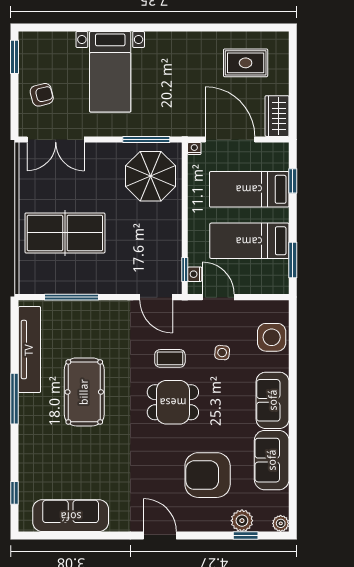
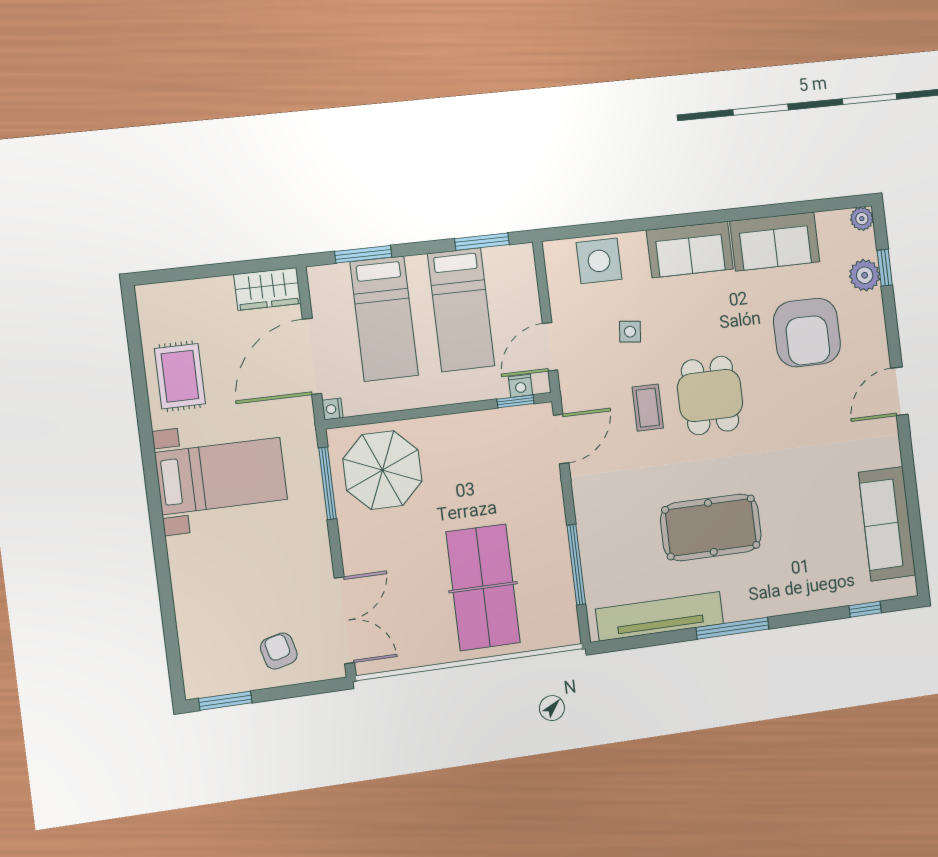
rug: (246, 63) -> (180, 376), moved
bed with nightstands: (110, 72) -> (221, 476), moved
window: (293, 181) -> (363, 254), width x1.50

